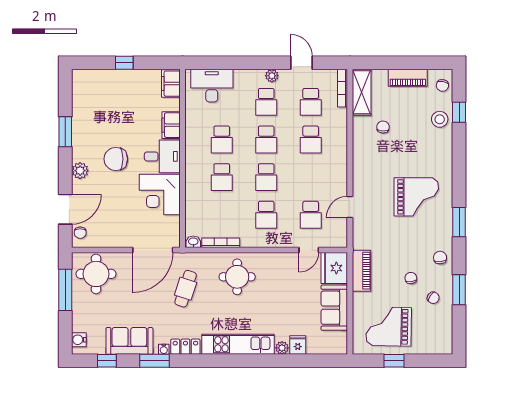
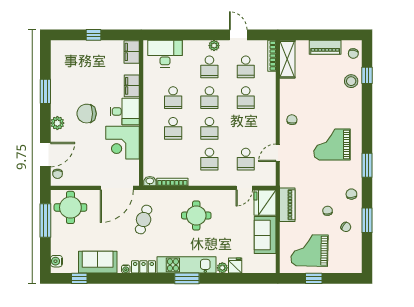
chair: (383, 127) -> (292, 120), moved
grand piano: (416, 197) -> (332, 145), turned 180
round table: (237, 277) -> (196, 215), moved
window: (154, 361) -> (187, 278), moved

